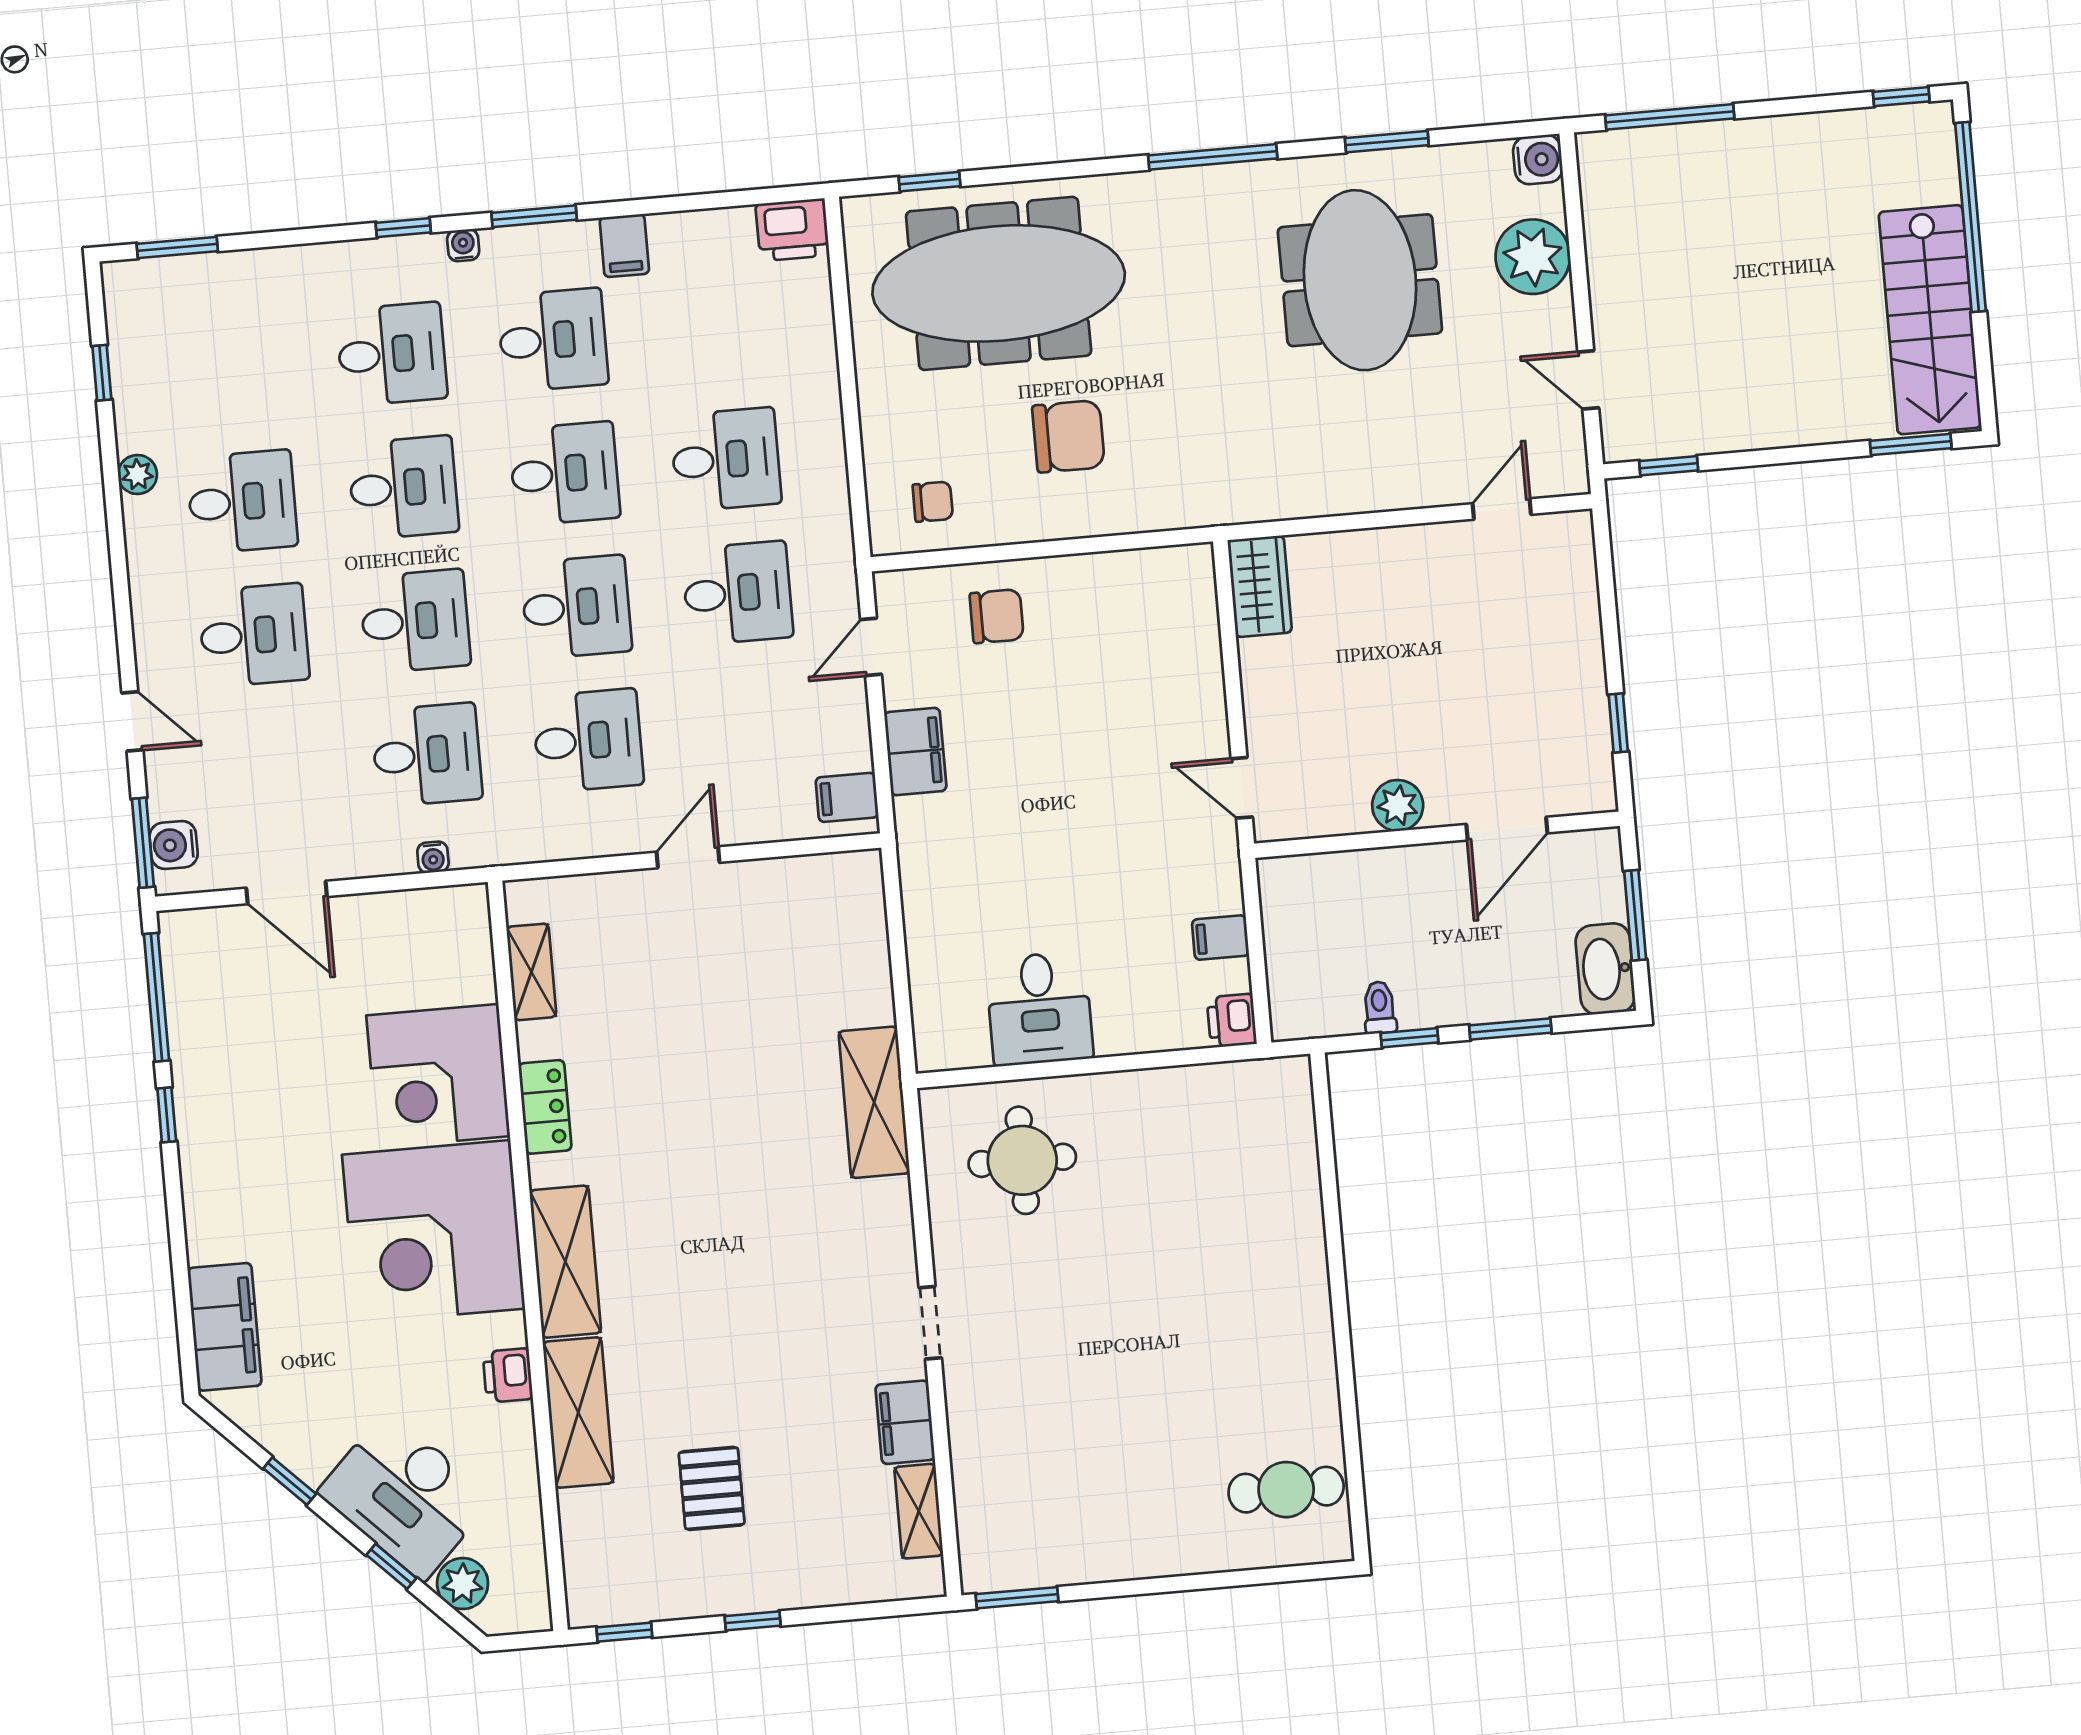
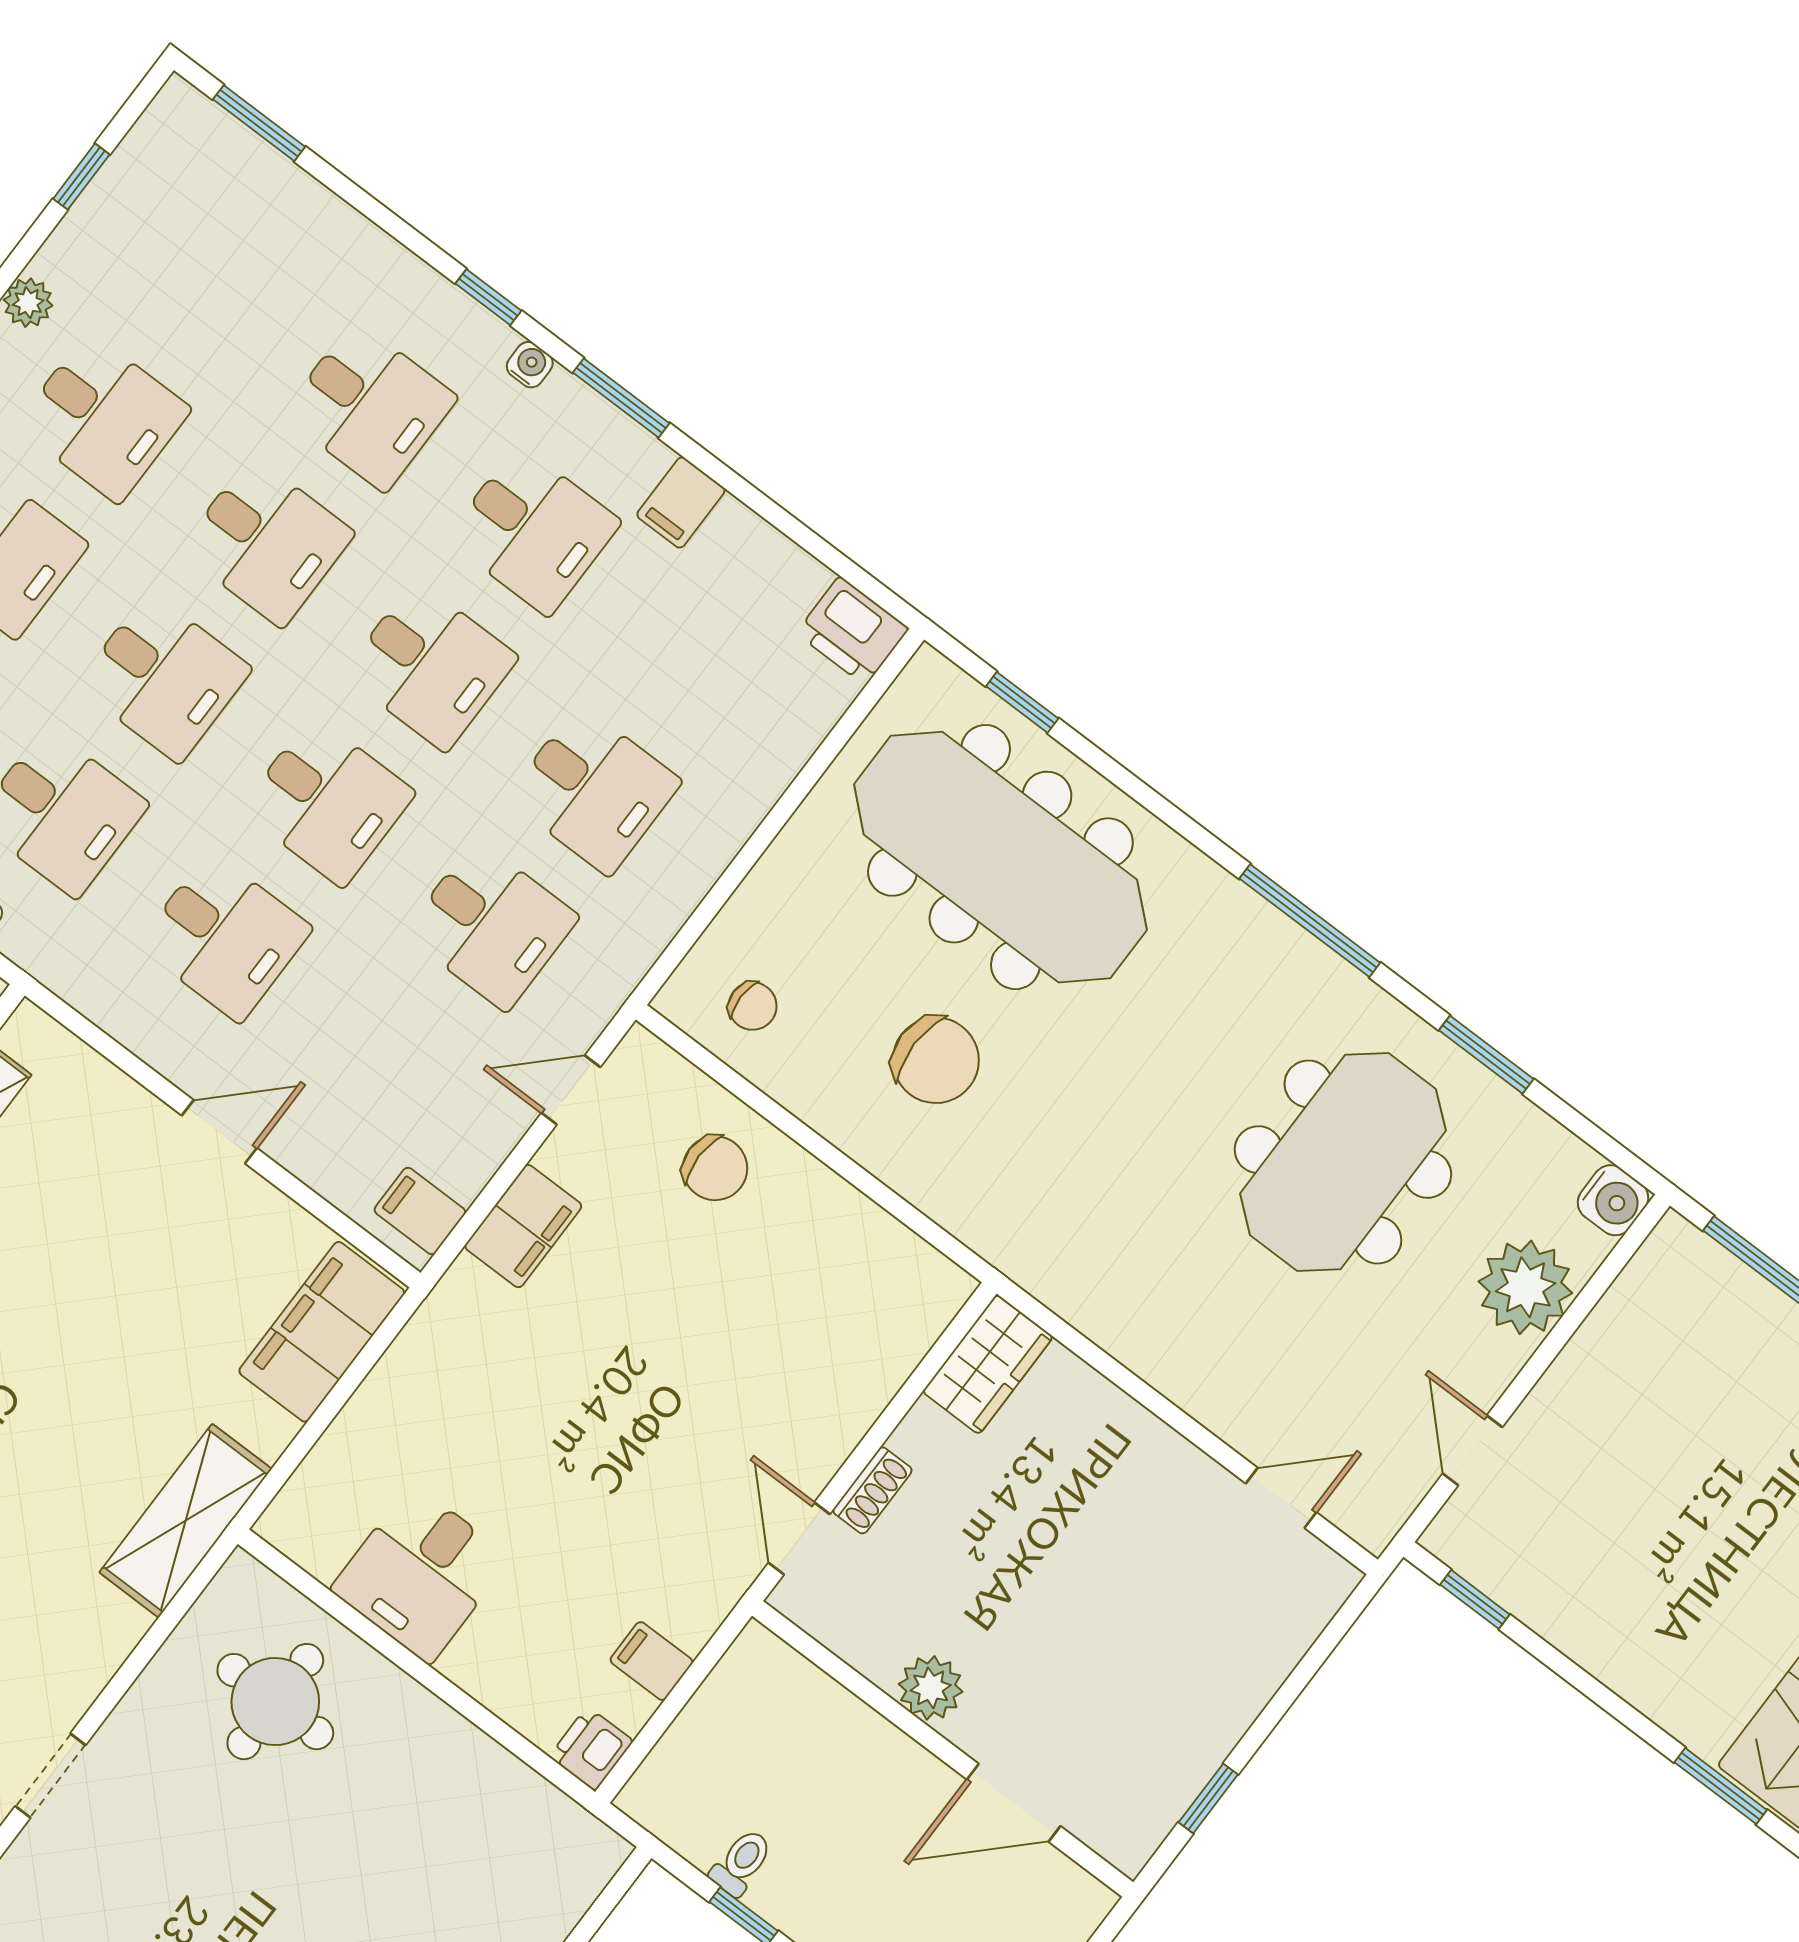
shoe rack: (1259, 721) -> (872, 1490), added
filing cabinet: (854, 920) -> (322, 1332), added

